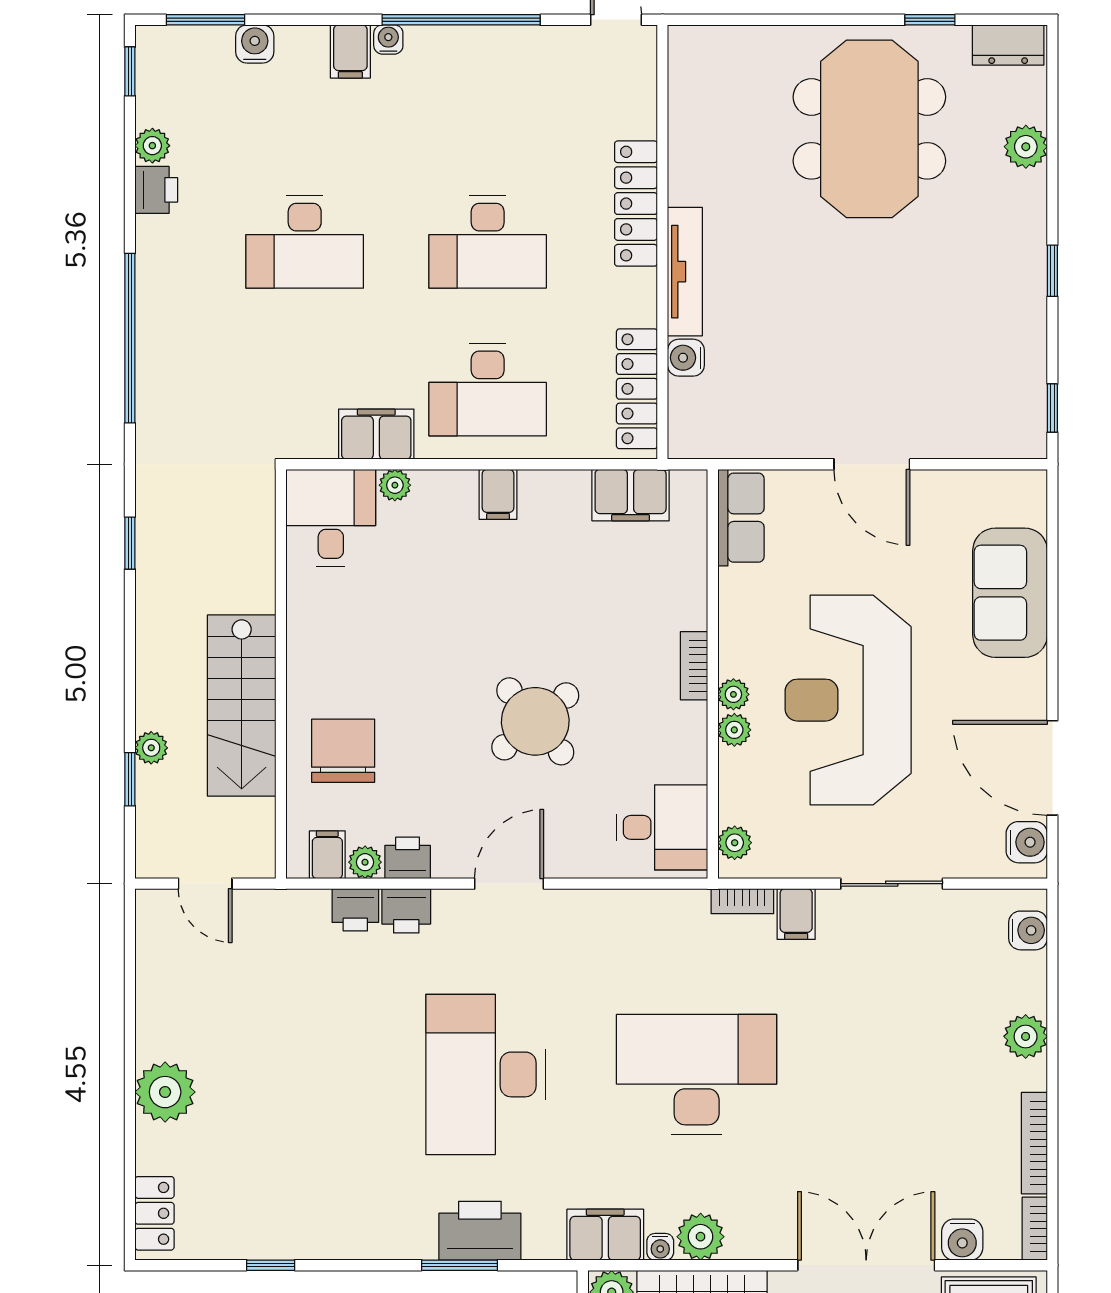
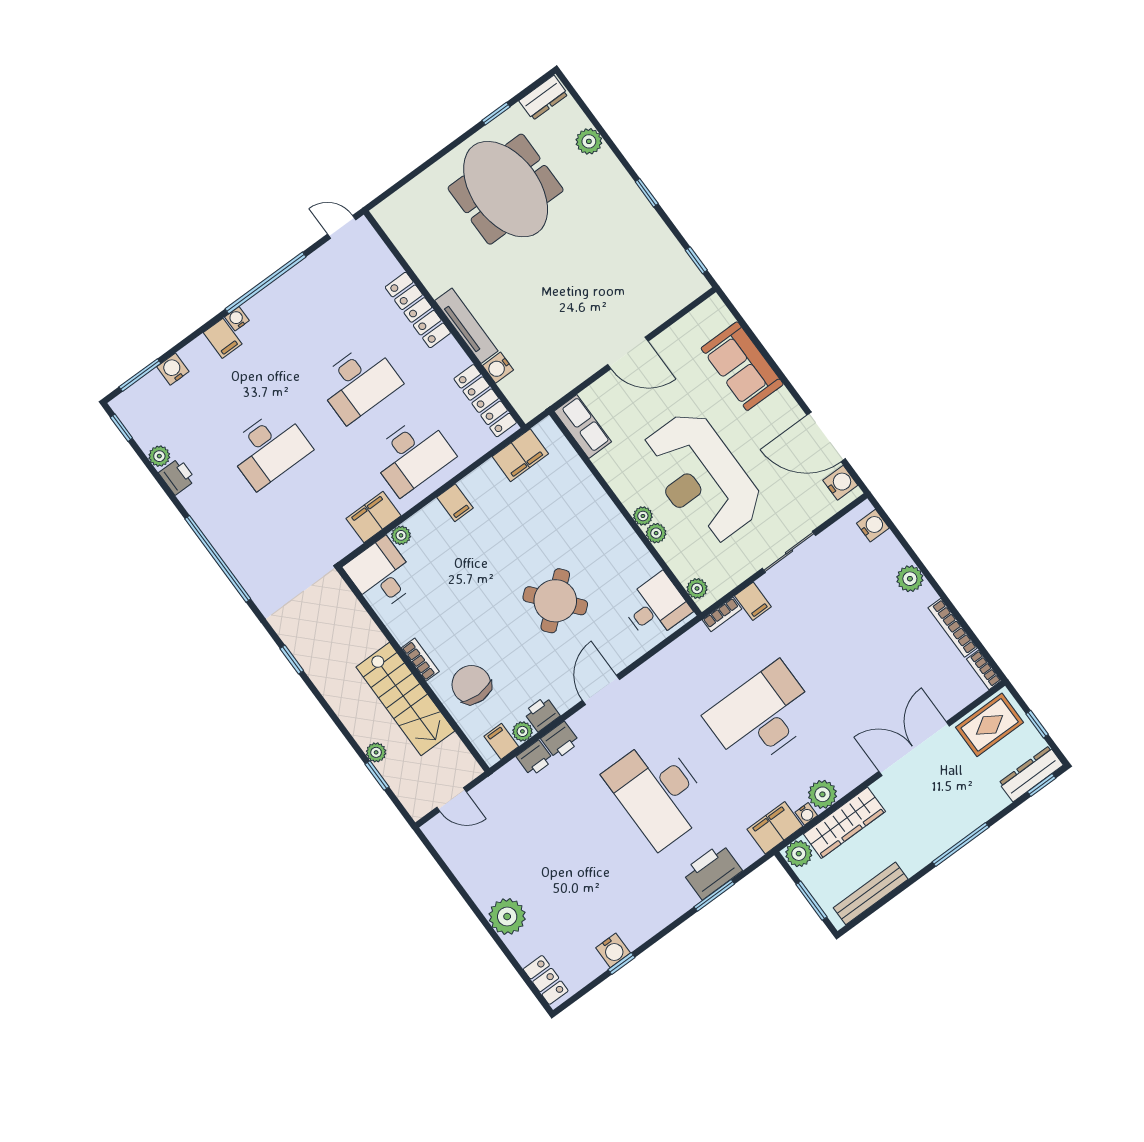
bookcase: (694, 666) -> (420, 660), moved, turned 180
water cooler: (962, 1240) -> (613, 950), moved

